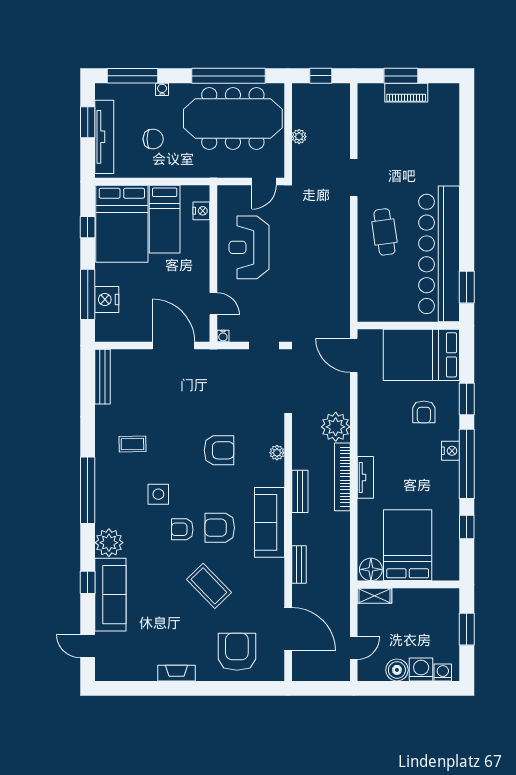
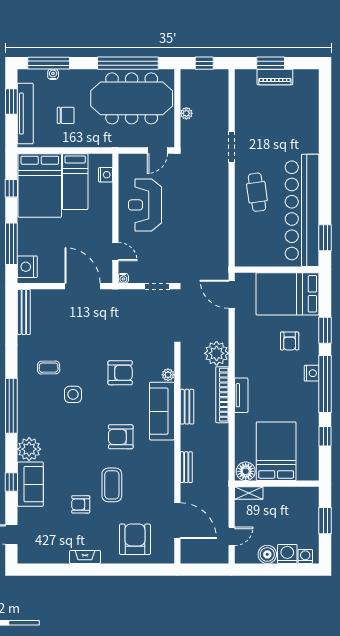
water cooler: (162, 89) -> (53, 74), moved
nightstand: (107, 300) -> (27, 267), moved
side table: (158, 494) -> (73, 394), moved
sofa: (270, 522) -> (162, 411), moved
armchair: (182, 529) -> (81, 504), moved
coffee table: (209, 586) -> (112, 485), turned 44
sofa: (110, 595) -> (30, 484), width x0.73

